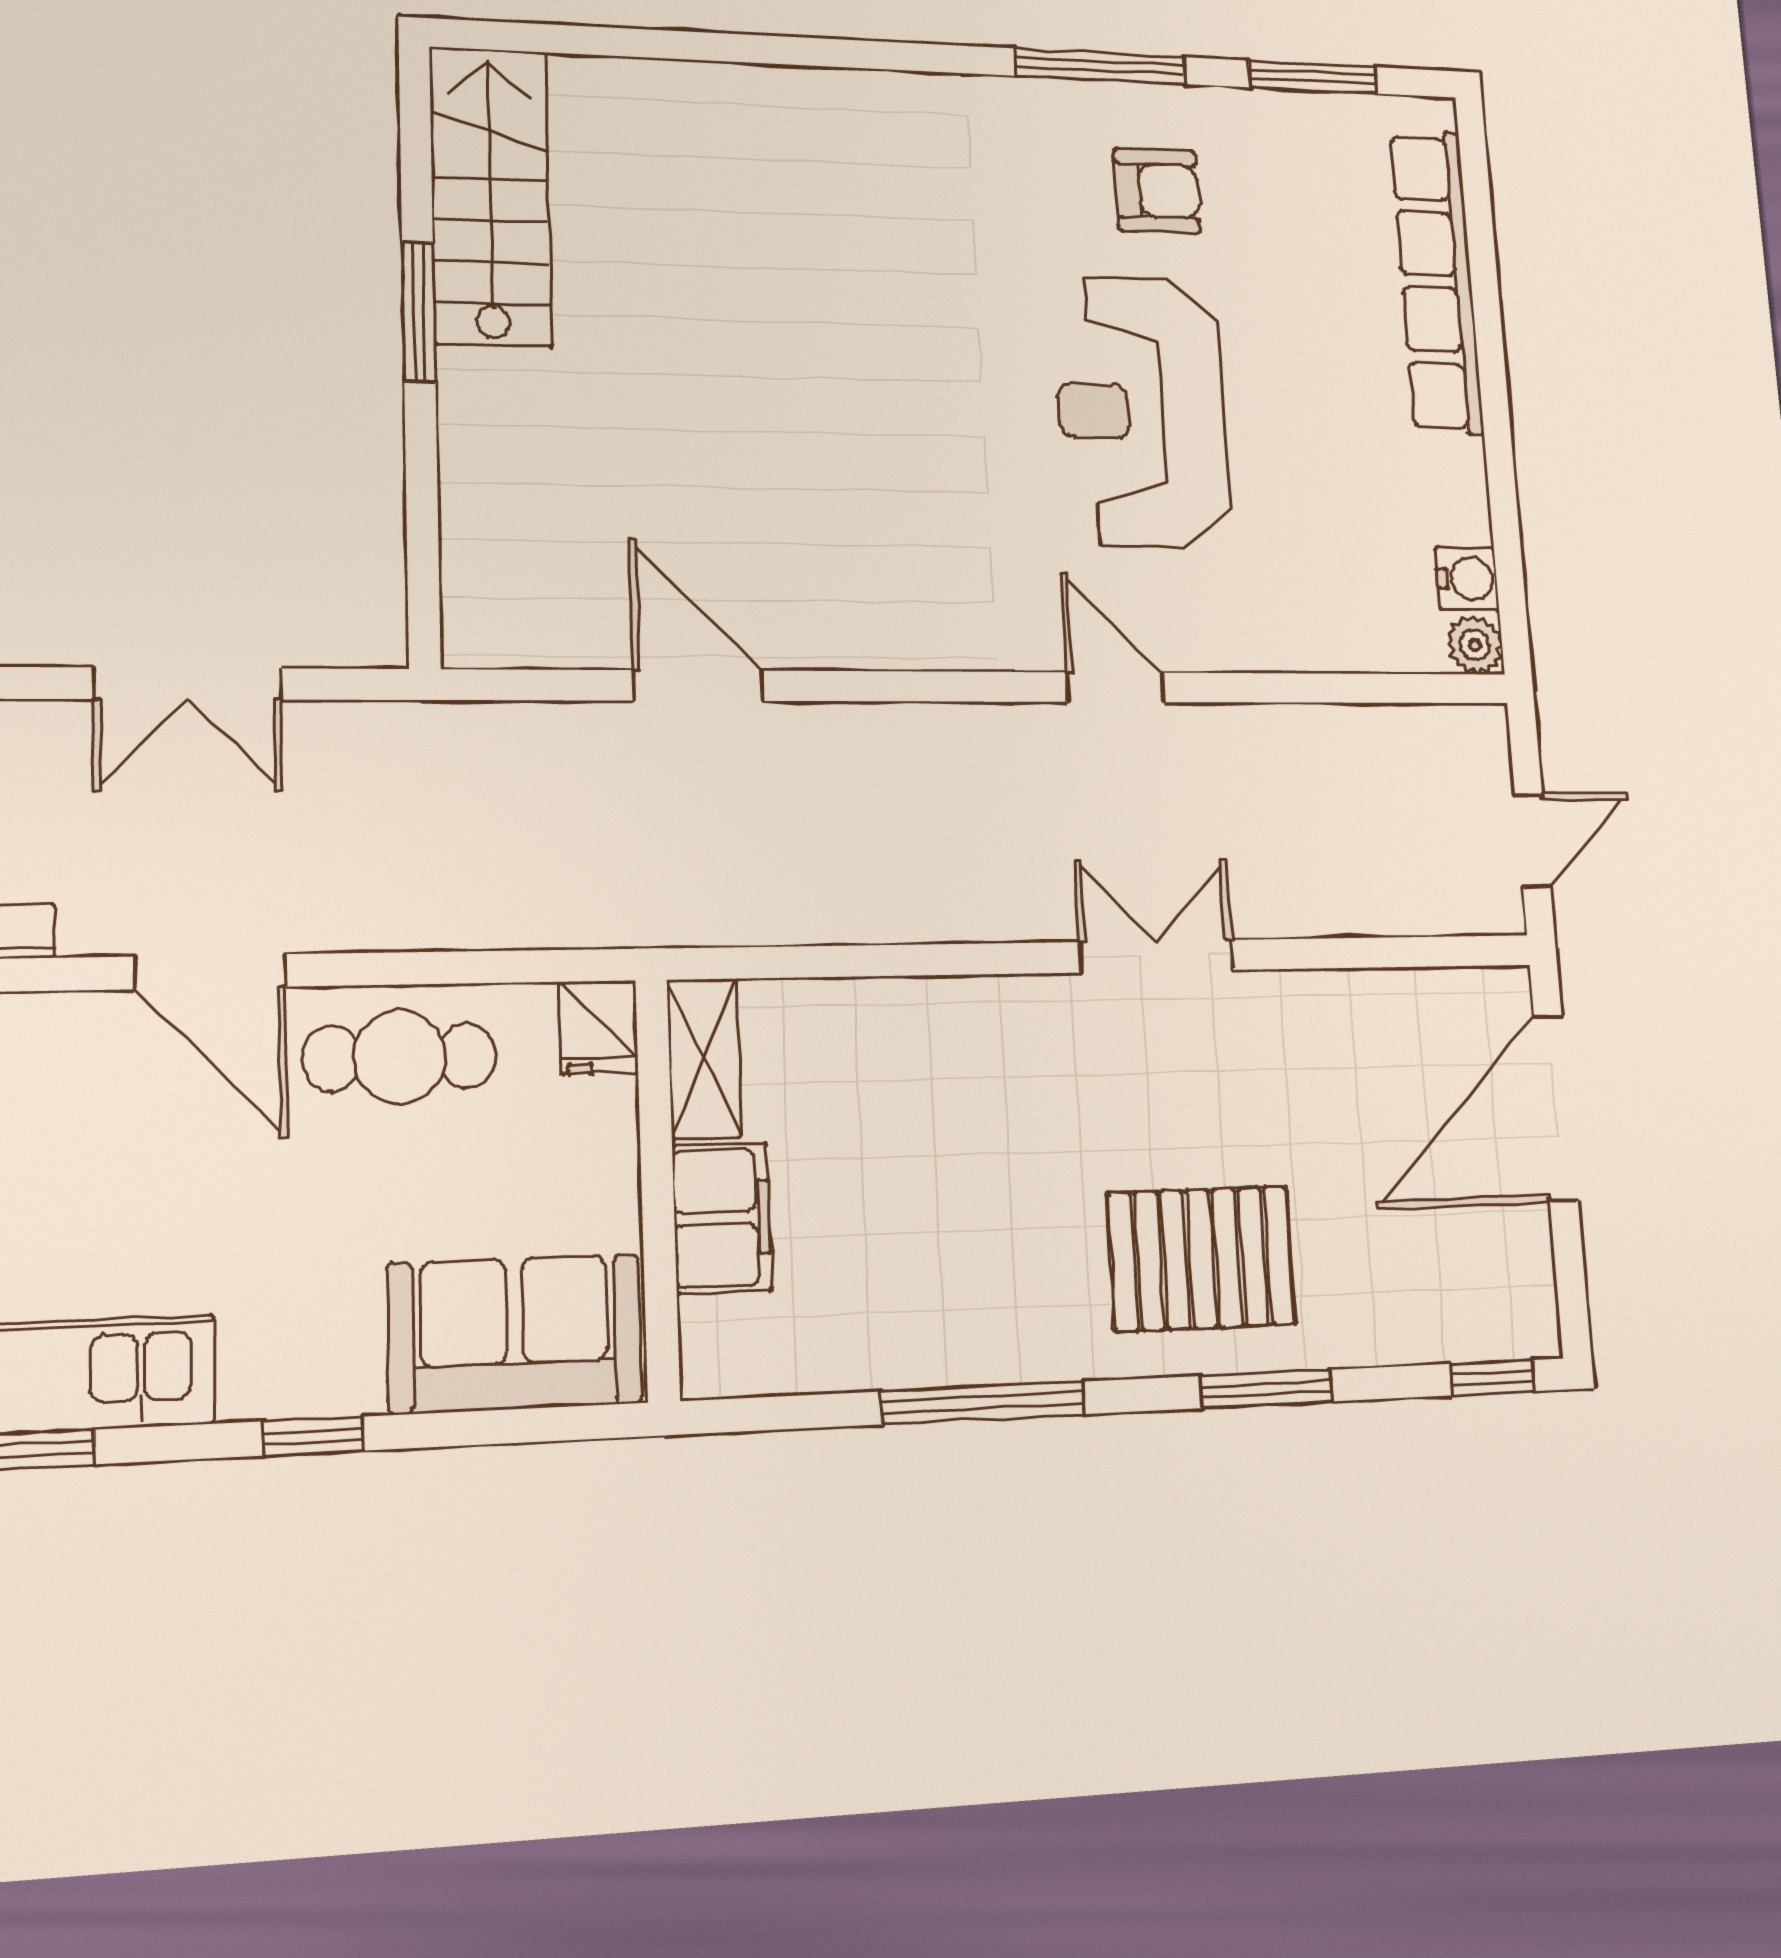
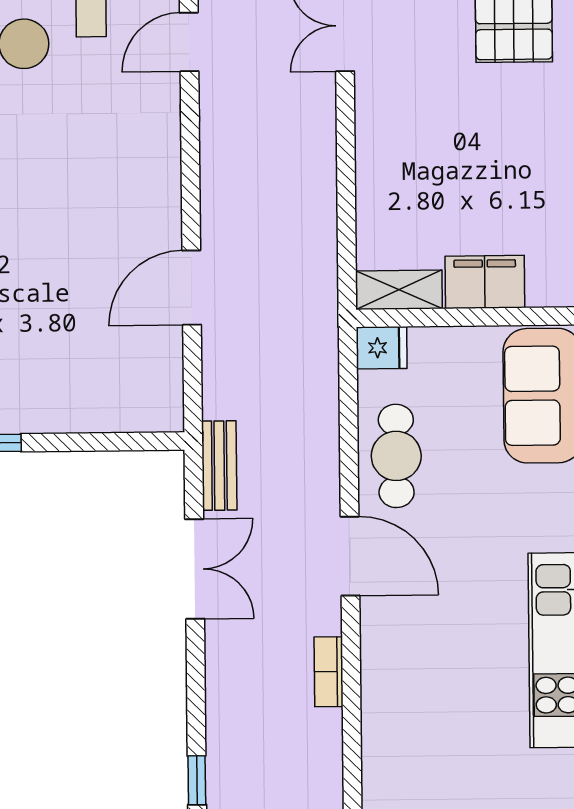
bench: (380, 731) -> (219, 466), added
door: (210, 972) -> (350, 556), hinge flipped

